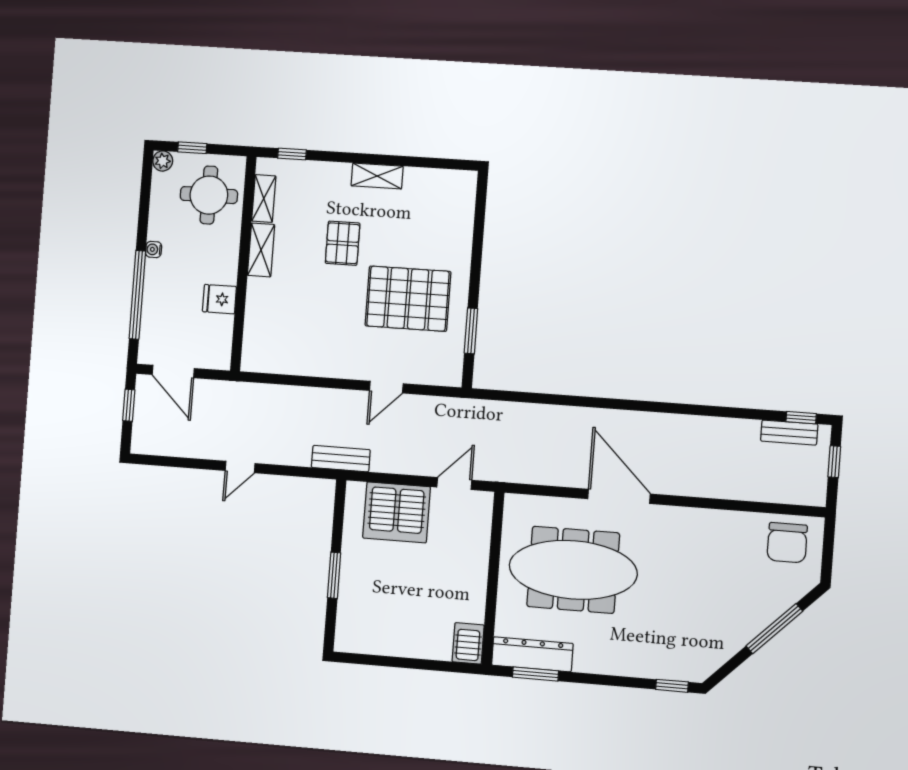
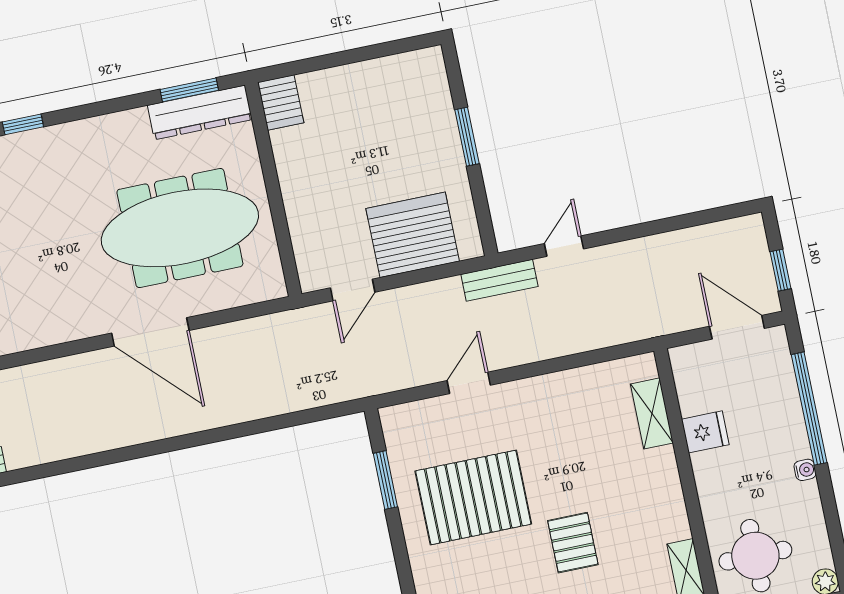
shelving: (261, 250) -> (652, 413), moved
door: (240, 467) -> (564, 246), moved

